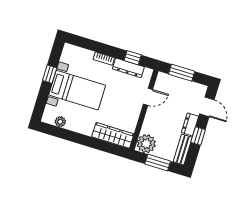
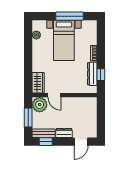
window: (182, 73) -> (101, 115), removed
window: (50, 74) -> (70, 16), width x2.17
door: (148, 97) -> (54, 95), moved
wardrobe: (113, 135) -> (38, 83), width x0.67
window: (198, 136) -> (46, 142), moved

